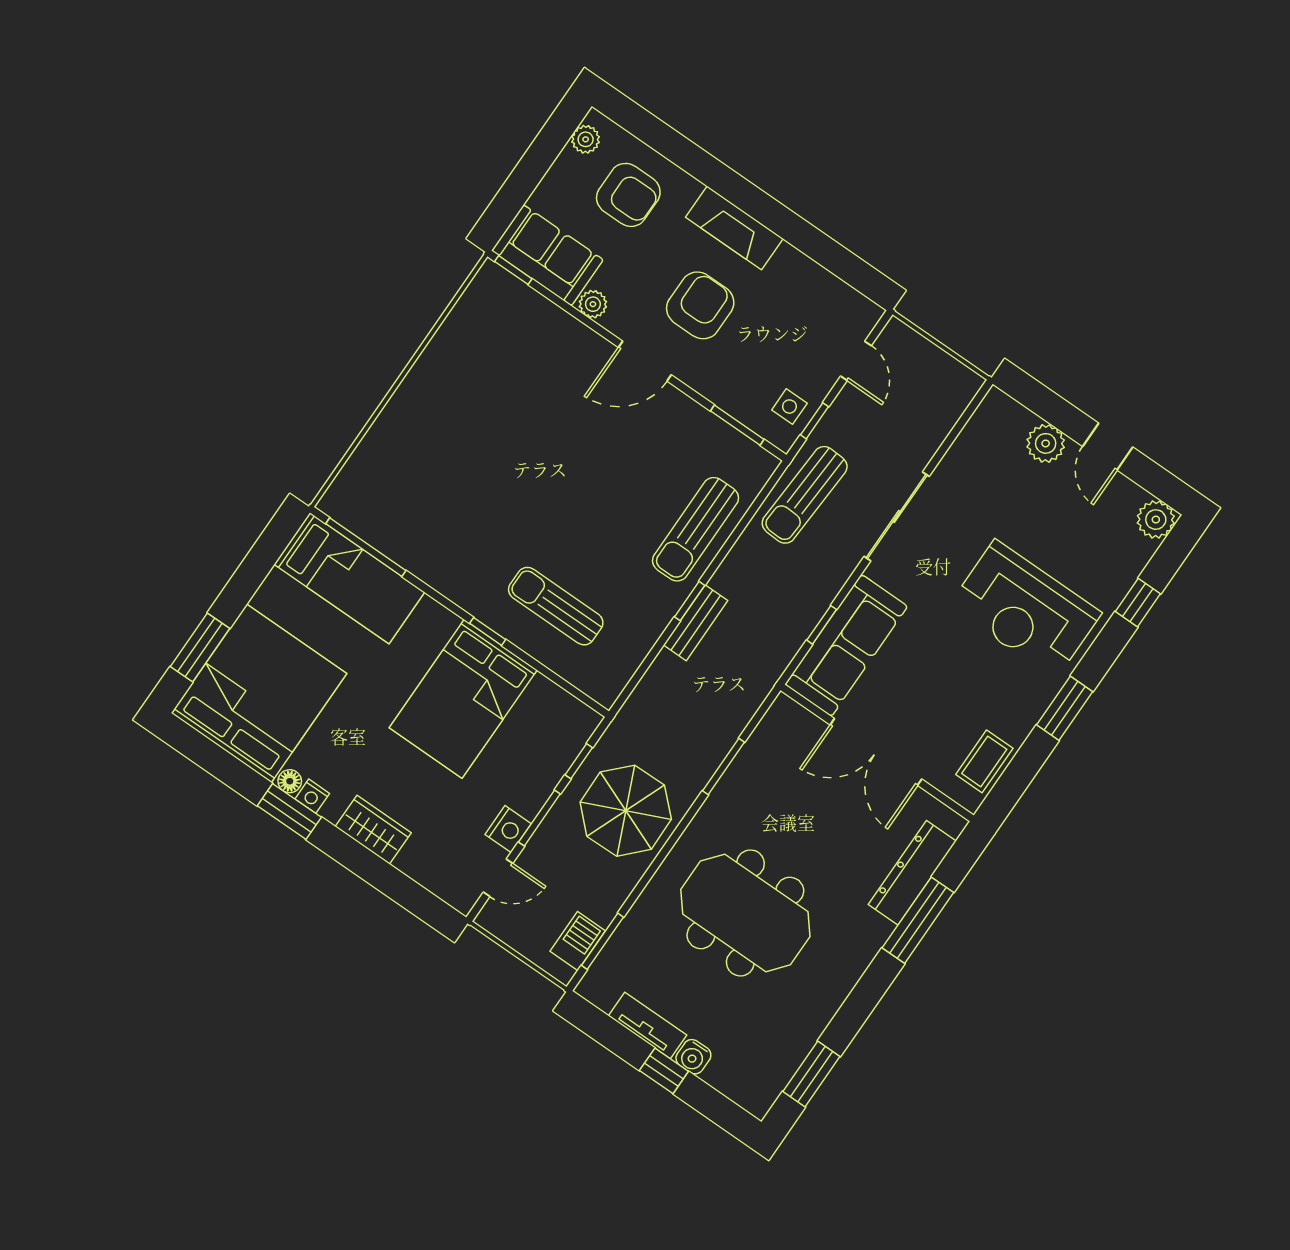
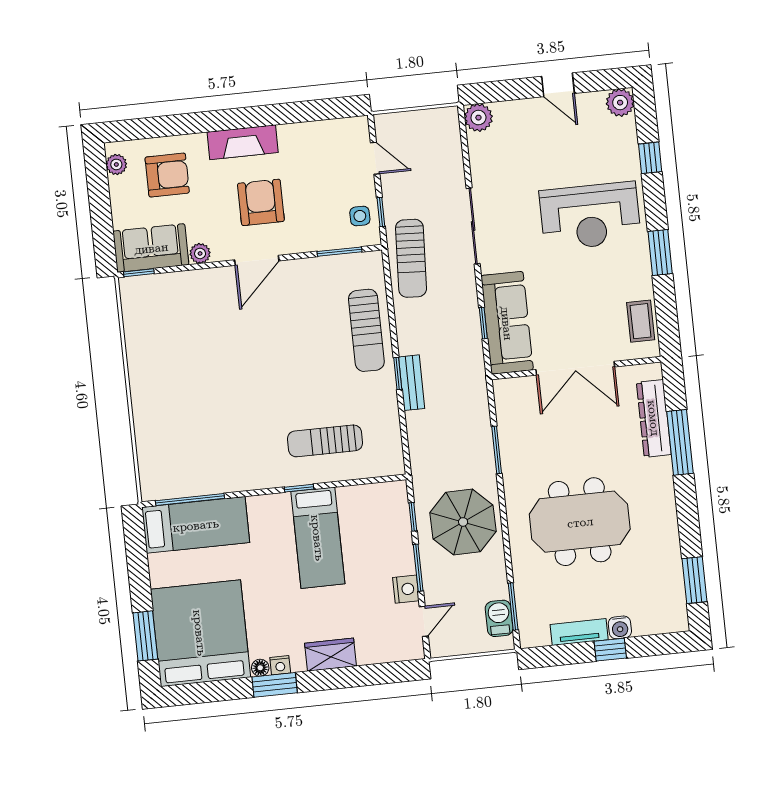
plant: (1046, 443) -> (478, 118), moved
bed: (463, 699) -> (318, 538), width x0.67

